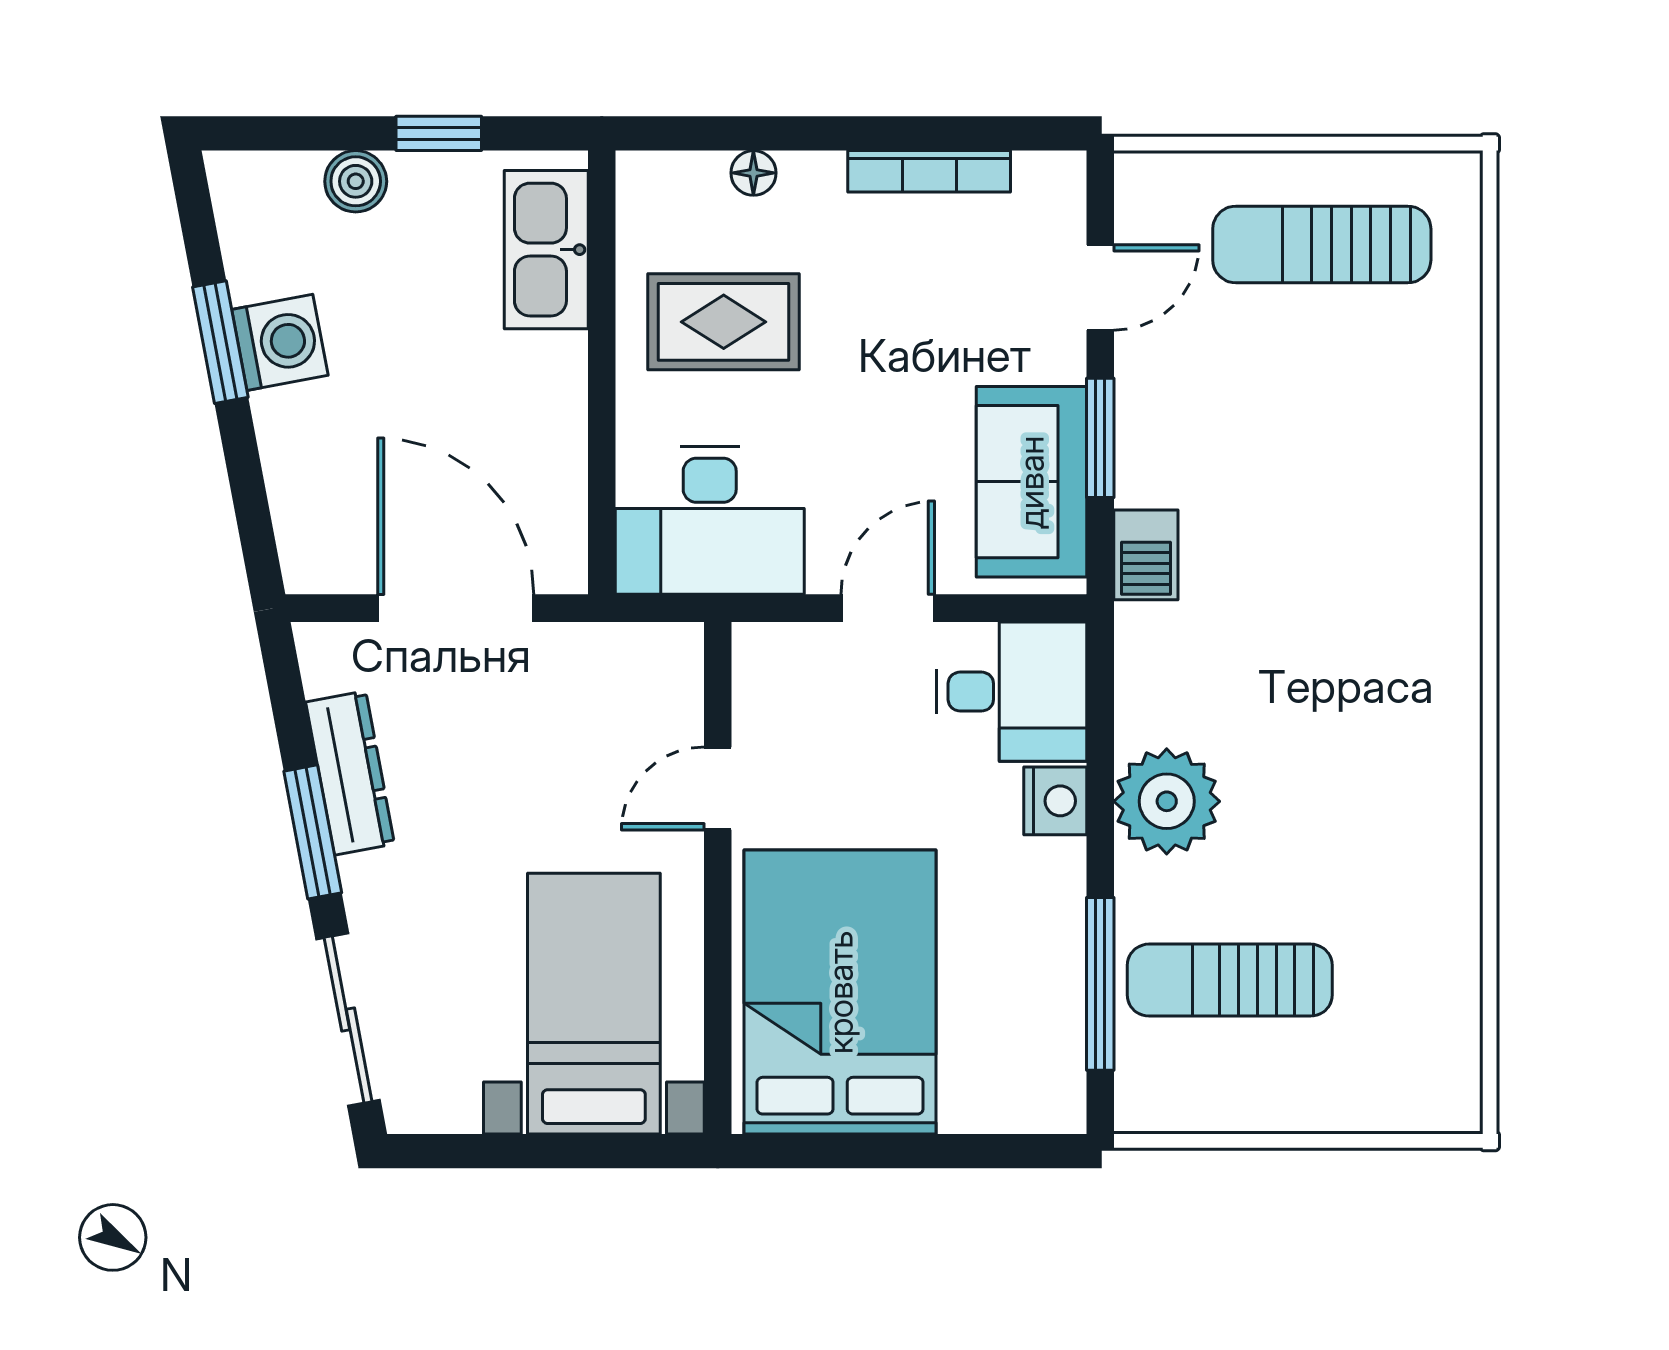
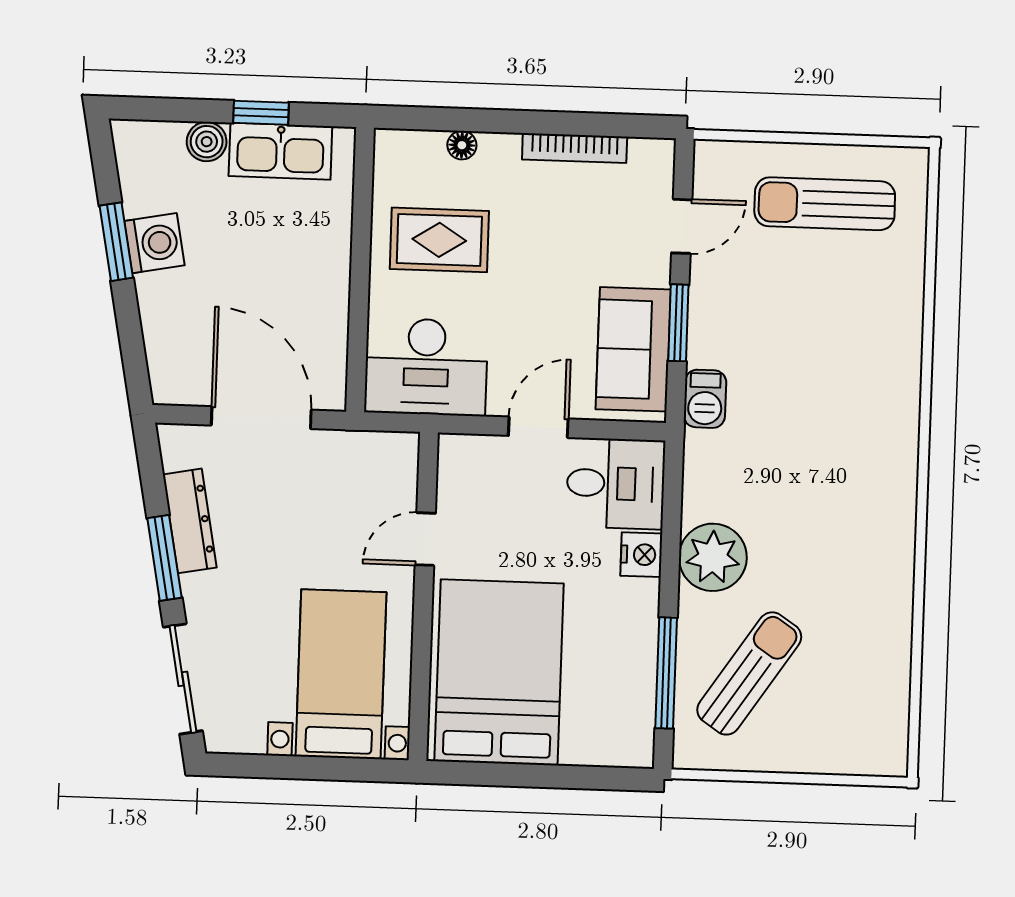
kitchen sink: (546, 250) -> (280, 151), moved, turned -90
sun lounger: (1230, 980) -> (749, 673), turned 124

